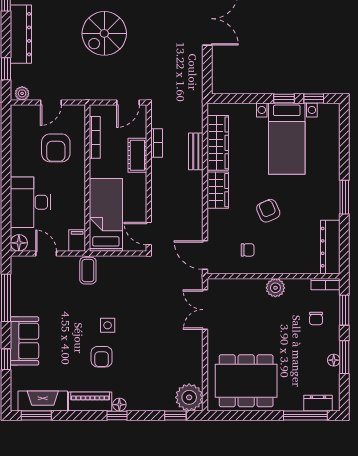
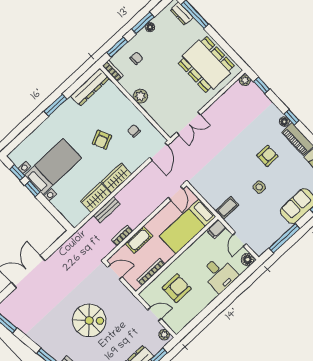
wardrobe: (218, 143) -> (96, 197), width x0.67
desk: (30, 202) -> (219, 274), width x0.73
side table: (108, 325) -> (259, 187), moved
plant: (189, 397) -> (245, 80), width x0.53, depth x0.53

